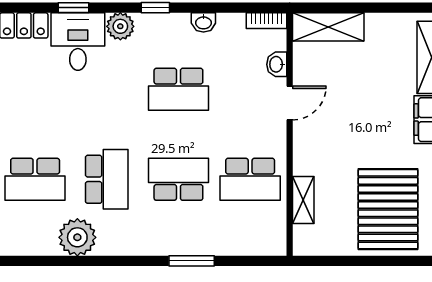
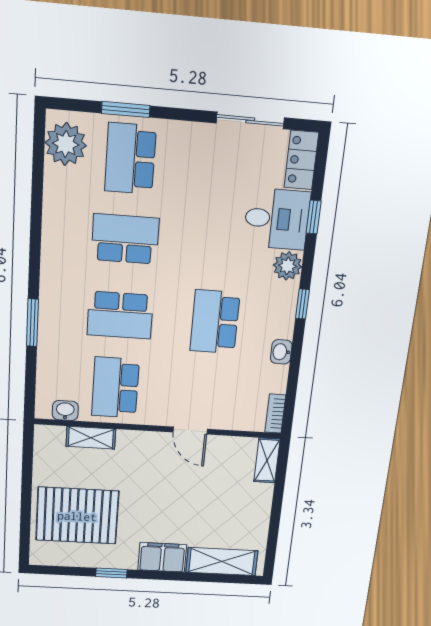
shelving: (328, 27) -> (267, 460), width x0.67, depth x0.75
washbasin: (277, 64) -> (65, 411), moved
school desk: (107, 179) -> (125, 239), turned 180
school desk: (178, 179) -> (120, 315), turned 90
plant: (77, 237) -> (66, 144), moved

